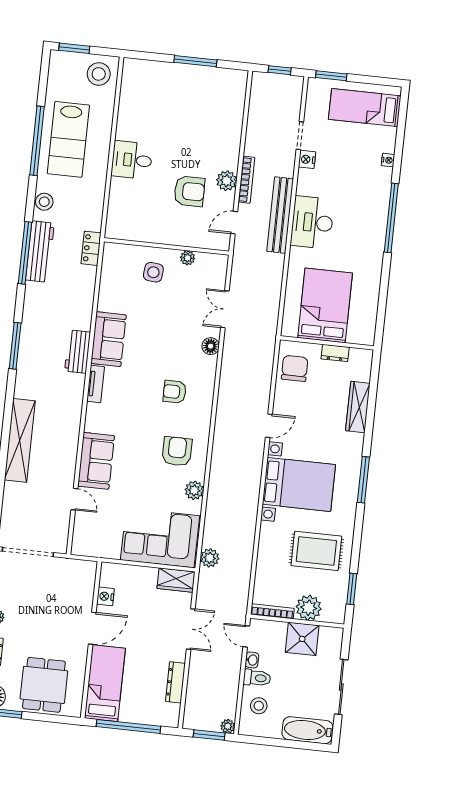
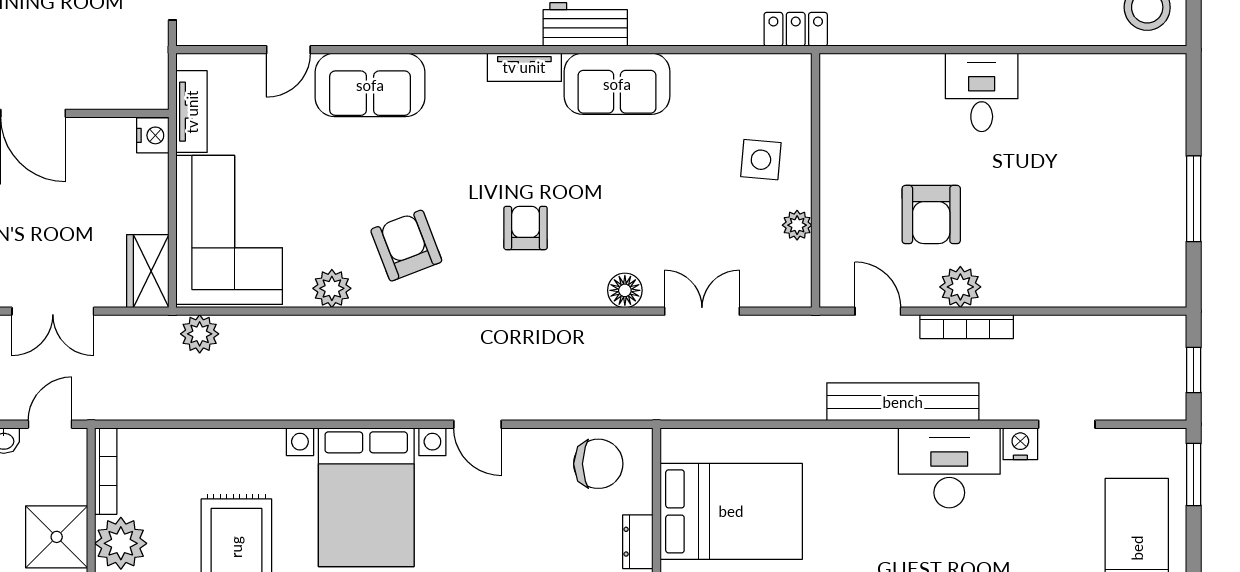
desk: (312, 222) -> (949, 468), moved
armchair: (177, 451) -> (406, 246), turned -111
tv unit: (100, 550) -> (192, 112), added
nightstand: (105, 596) -> (153, 135), moved, turned 90

